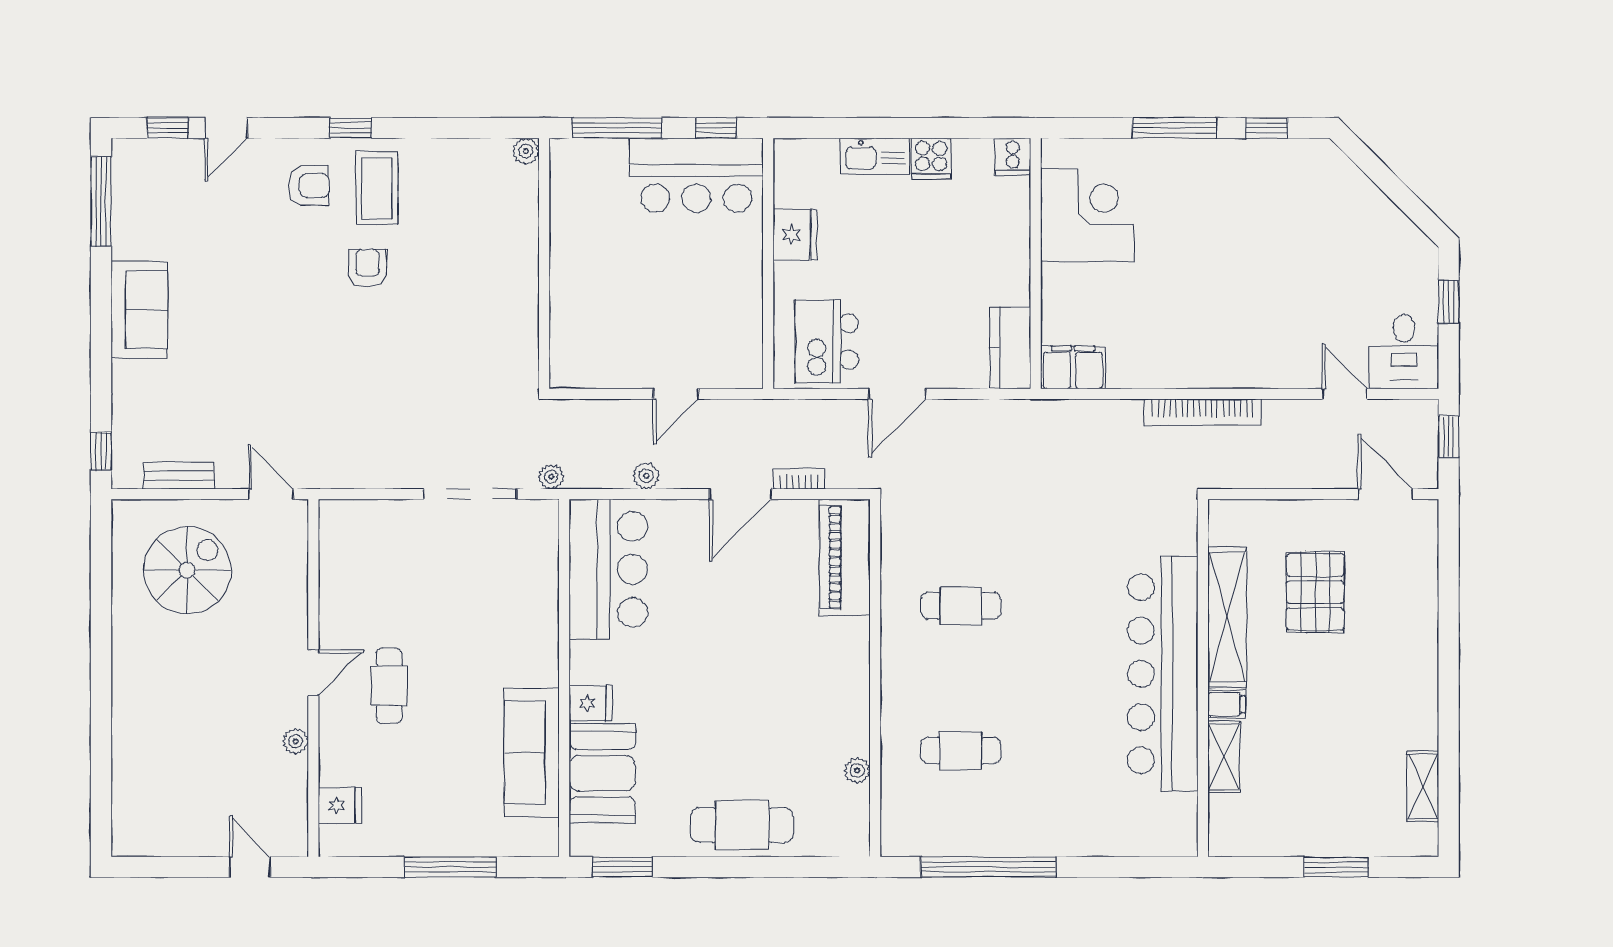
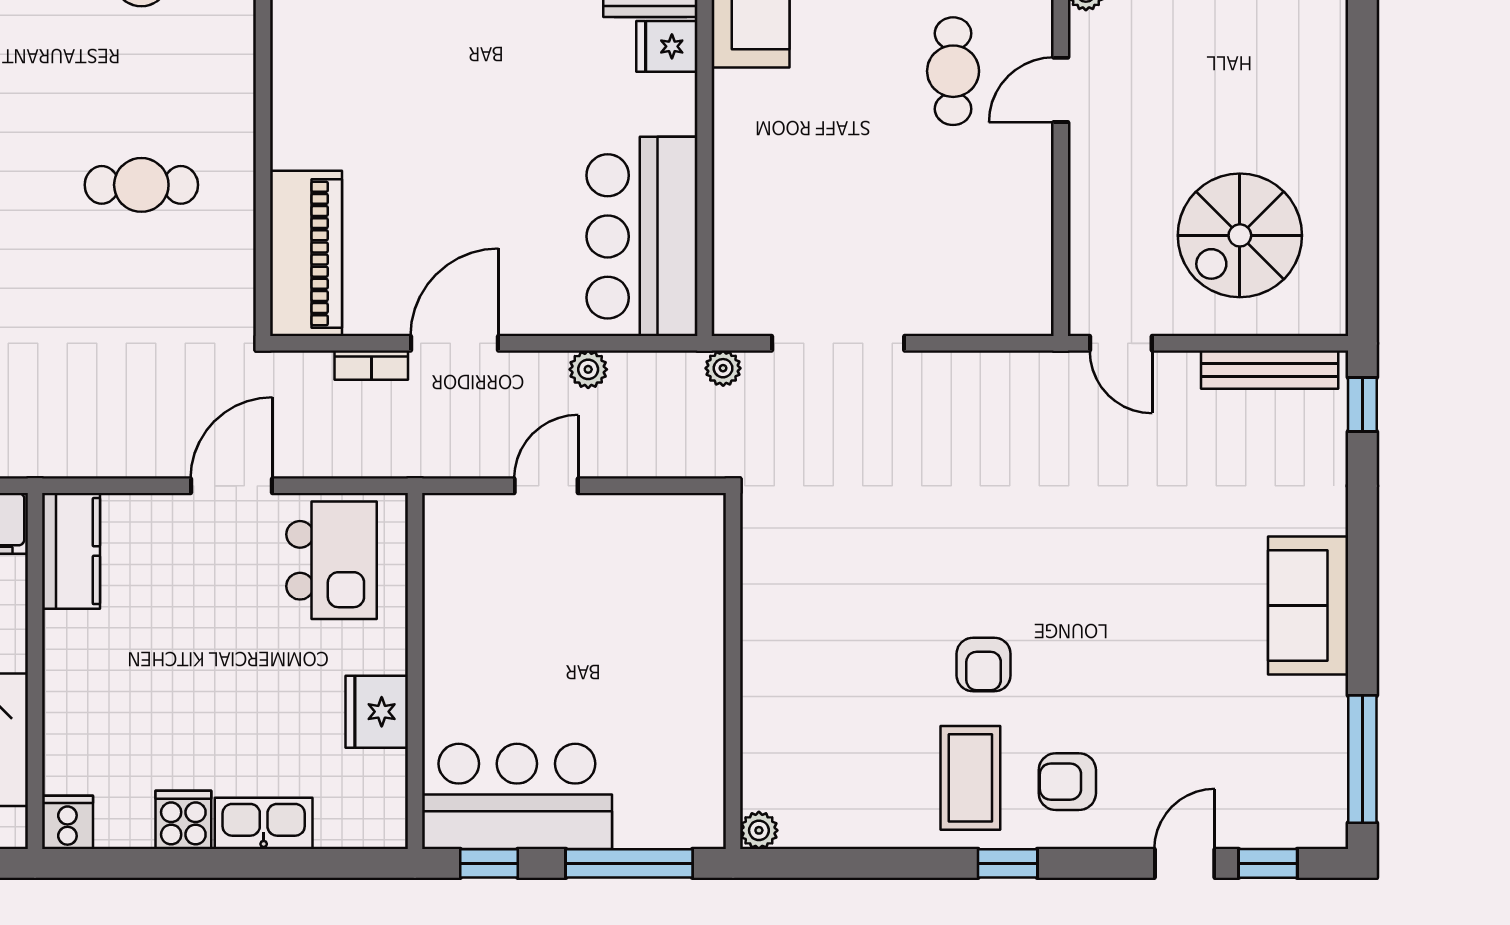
bench: (179, 476) -> (1270, 370), width x1.36

